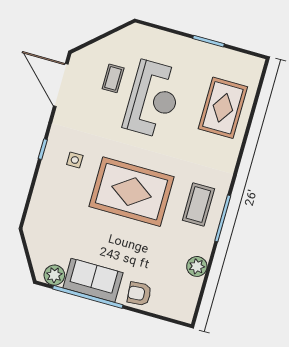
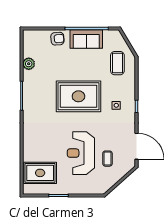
rug: (223, 108) -> (40, 173), moved, turned 90
coffee table: (198, 205) -> (117, 63), moved
plant: (54, 275) -> (109, 36), removed

